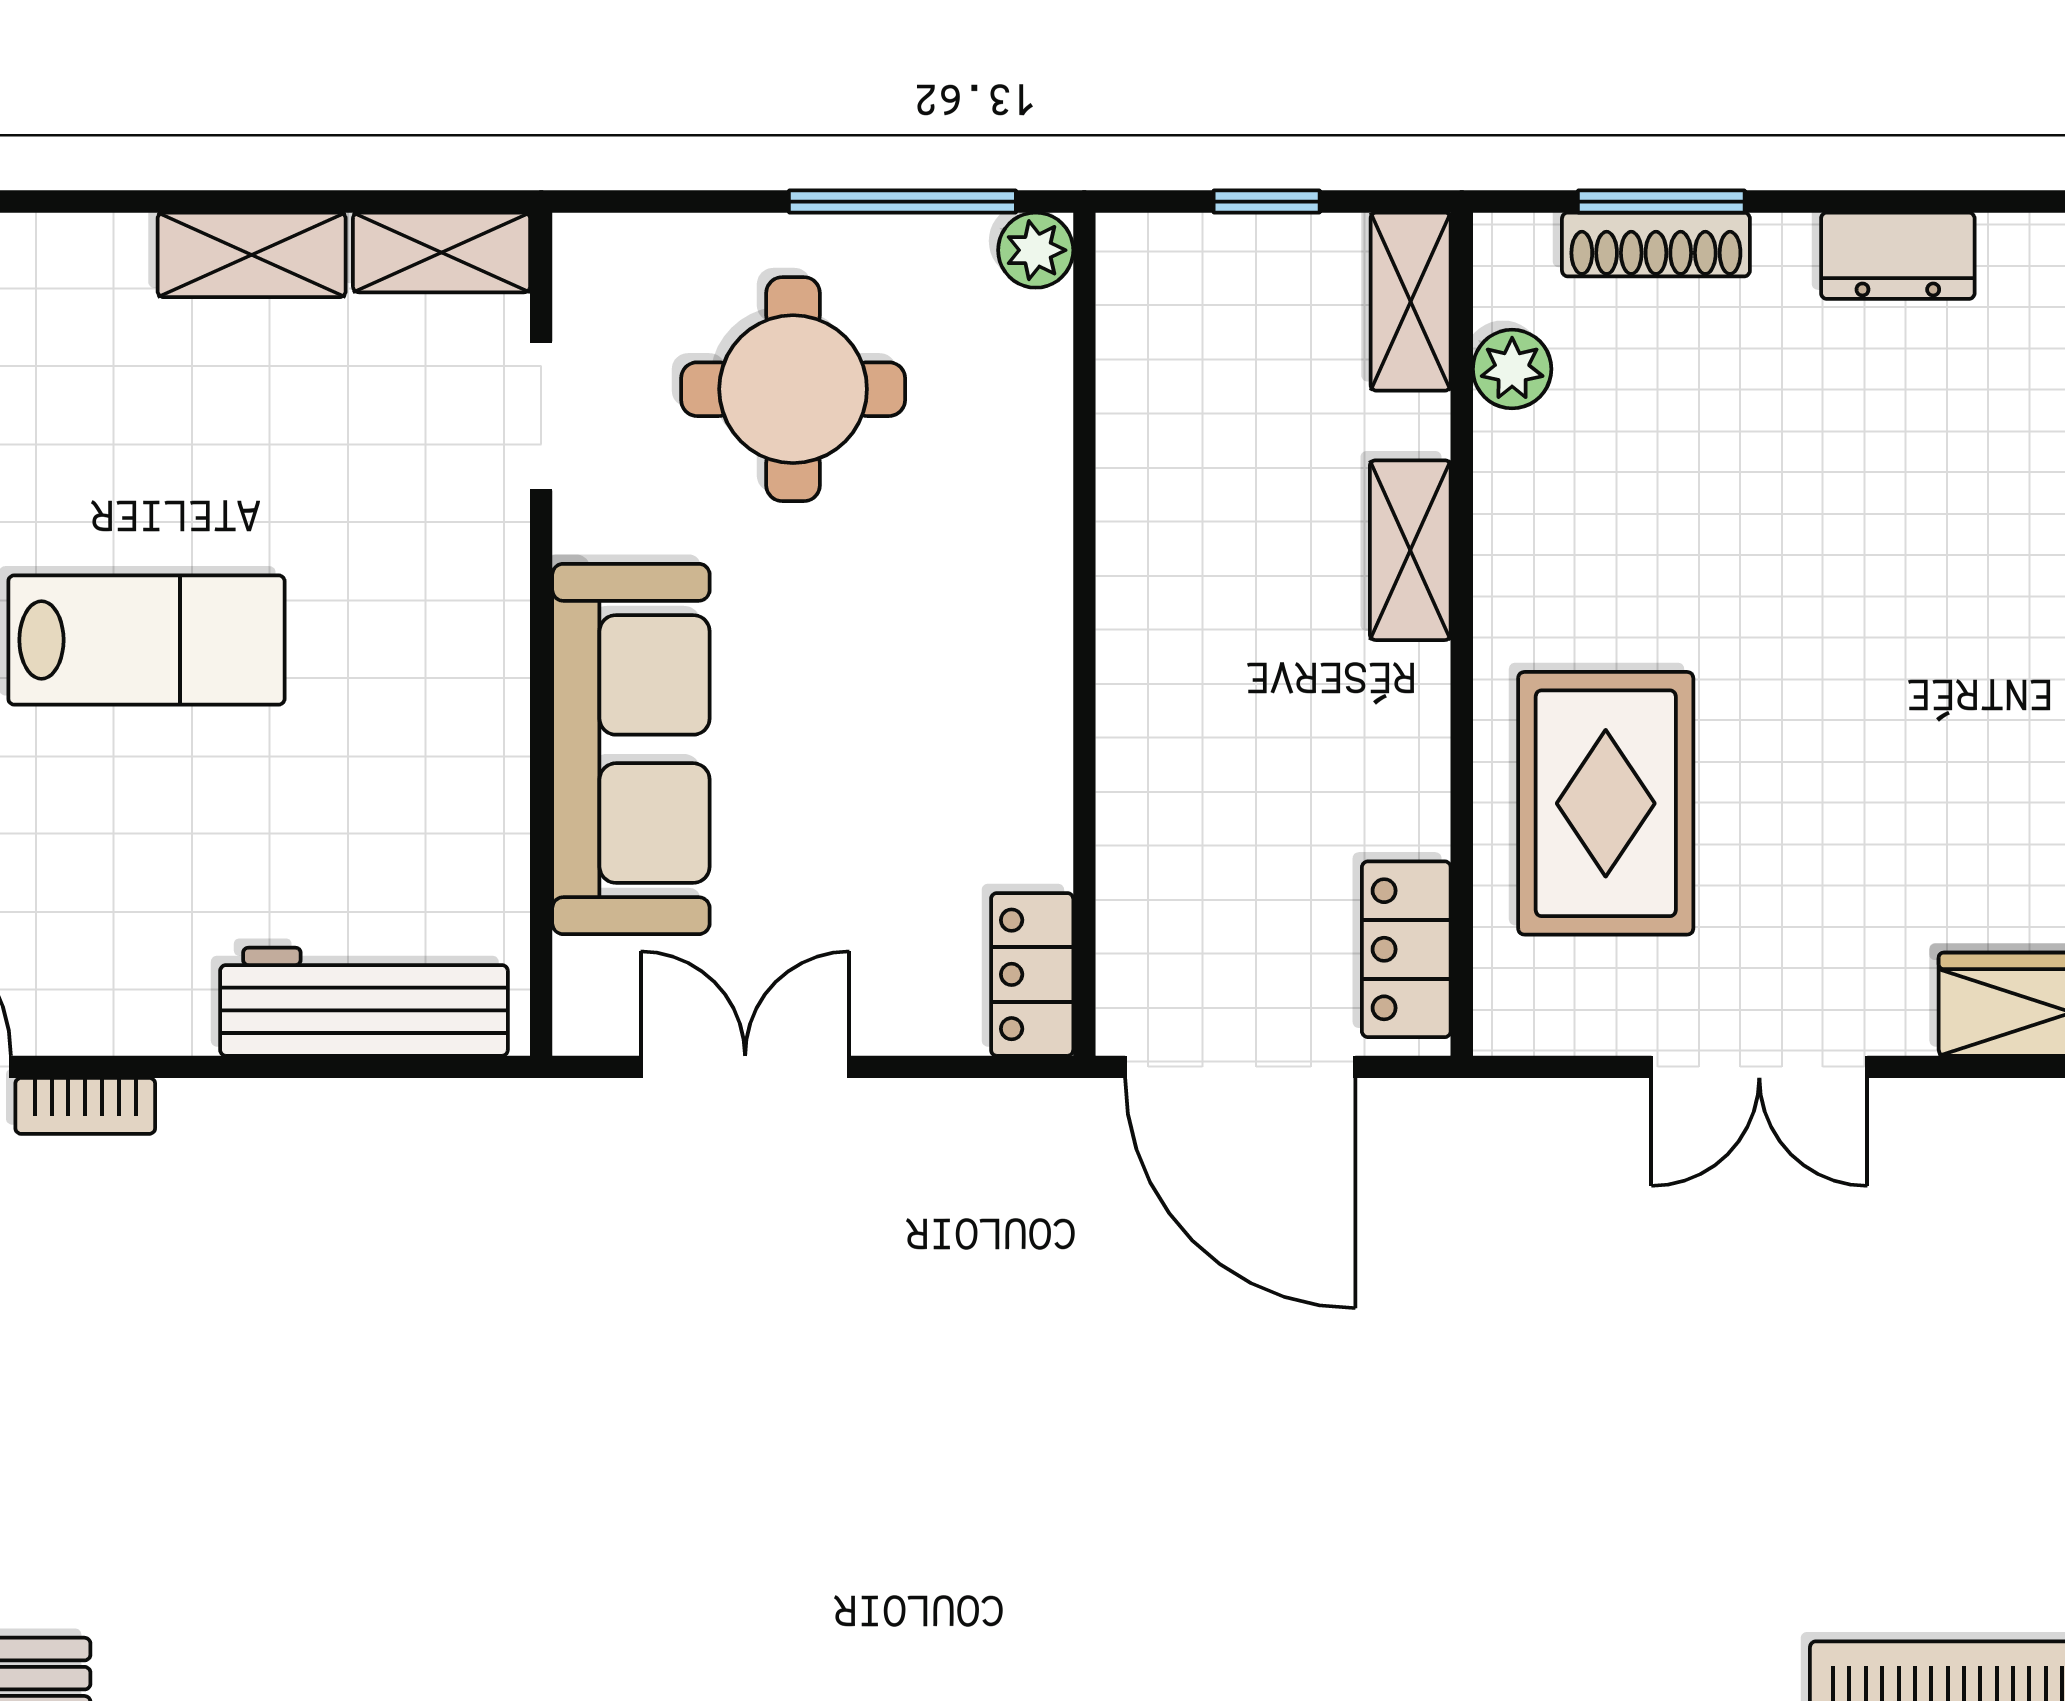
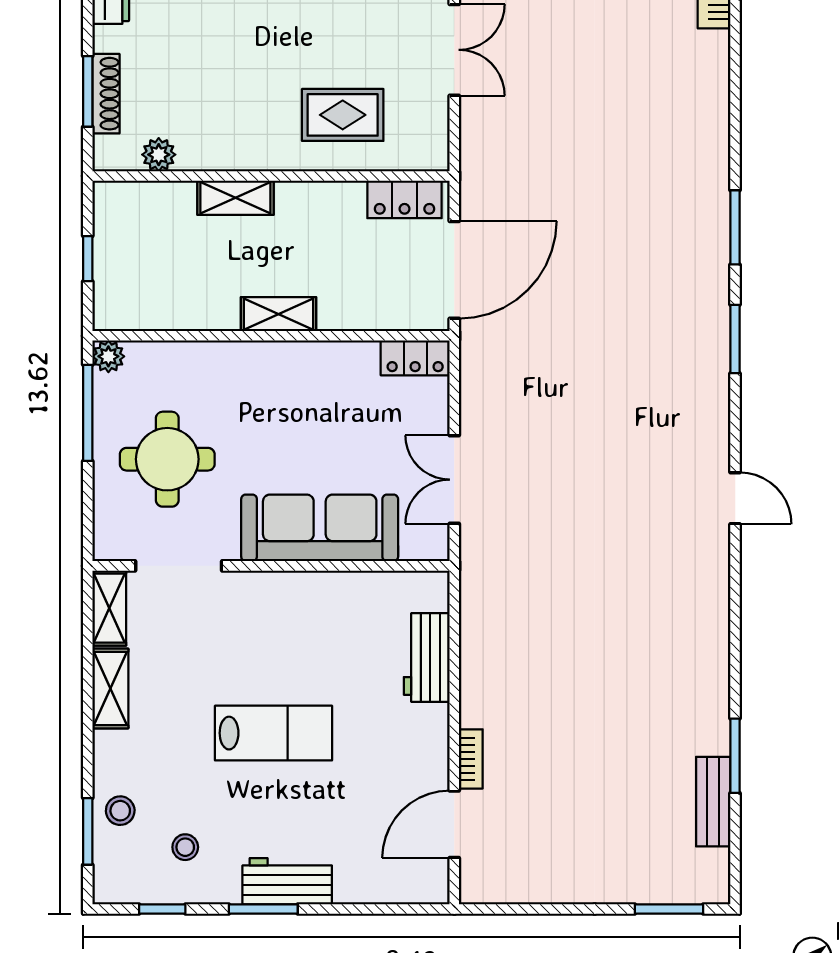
shelving: (1411, 302) -> (278, 314), moved
doorway: (541, 416) -> (179, 566), width x1.38
lab bench: (146, 640) -> (274, 733), turned 90
rug: (1606, 803) -> (343, 115), width x0.73, depth x0.70
workbench: (364, 1002) -> (427, 658), width x0.73

